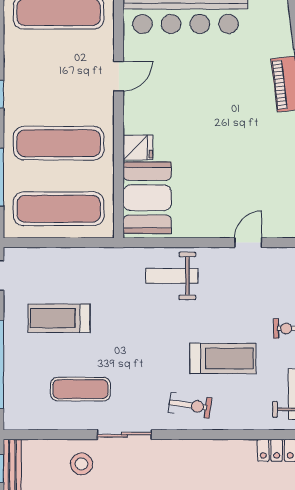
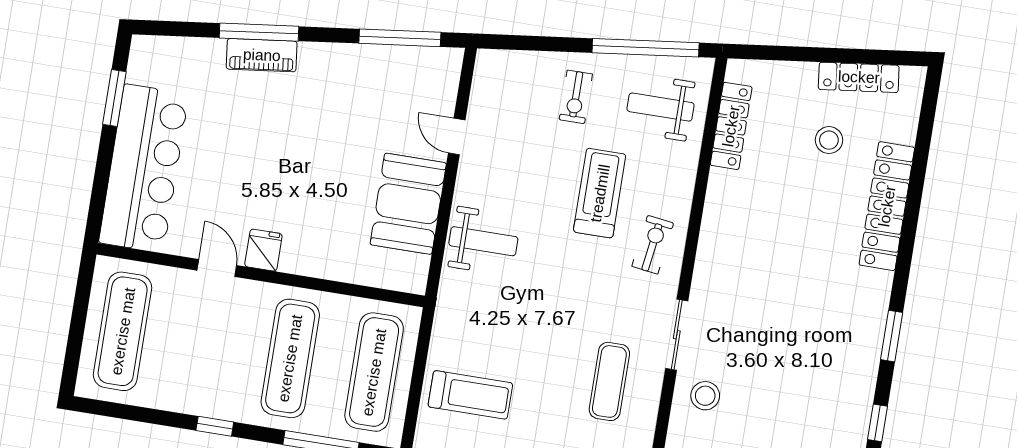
fridge: (138, 148) -> (263, 250), moved
booth: (147, 198) -> (408, 204), moved, turned 90
weight bench: (172, 276) -> (483, 241), turned -90
treadmill: (59, 318) -> (470, 395), moved, turned -90

